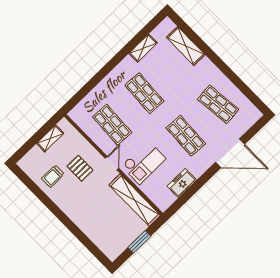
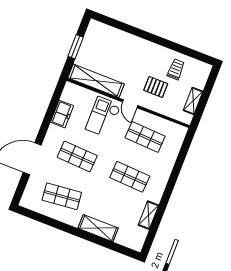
shelving: (186, 46) -> (98, 228), moved

